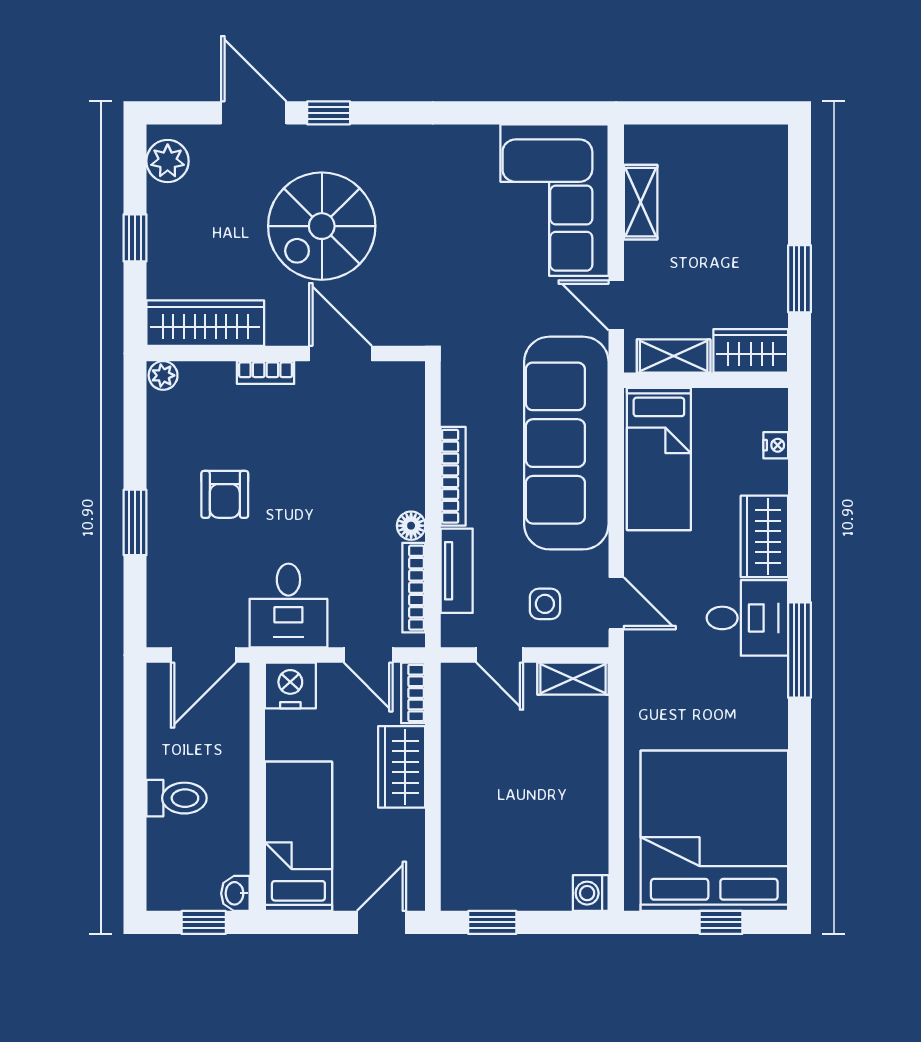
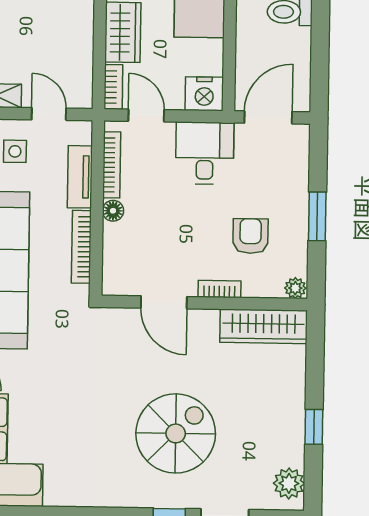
wardrobe: (205, 323) -> (264, 326), moved
wall: (286, 353) -> (204, 303), moved
door: (340, 353) -> (164, 302), moved
bookcase: (266, 373) -> (219, 289), moved
plant: (163, 375) -> (295, 288), moved

